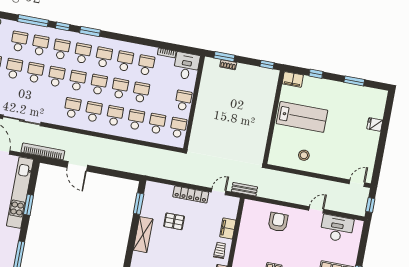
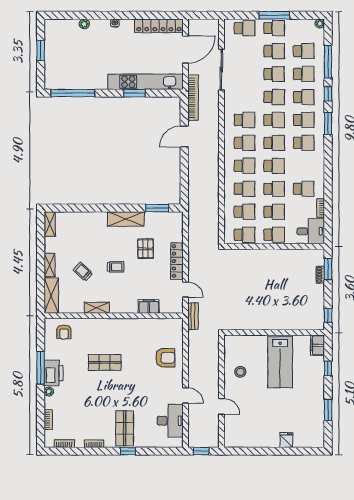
school desk: (125, 61) -> (274, 212), moved
door: (357, 183) -> (221, 406), moved
trolley: (220, 250) -> (116, 267), moved

